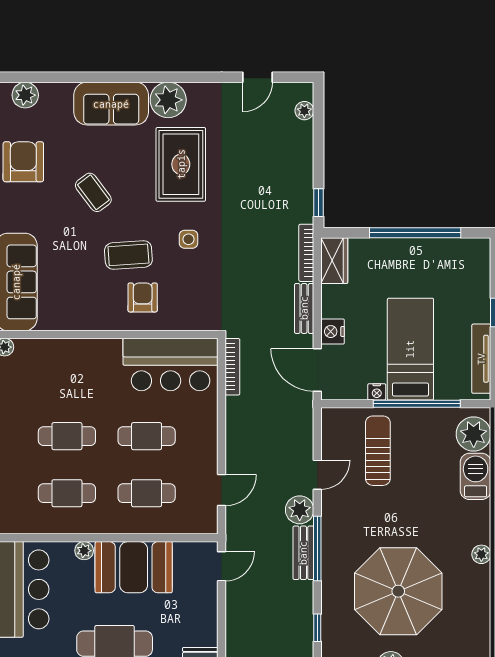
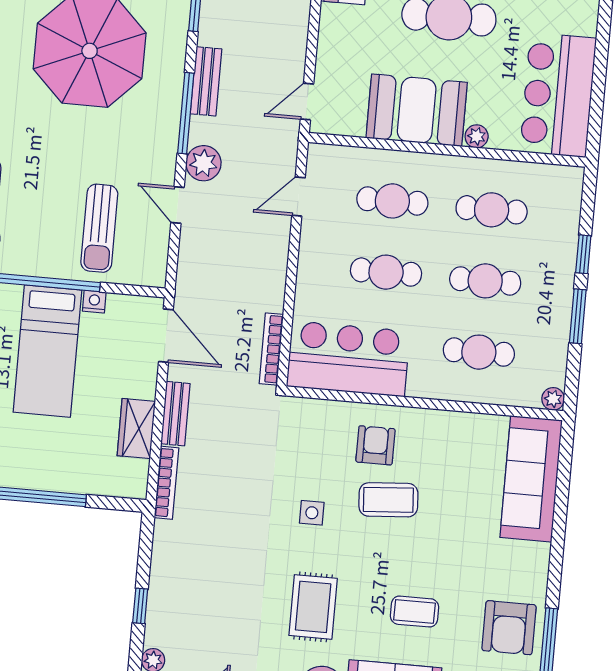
rug: (181, 164) -> (313, 607), width x0.73, depth x0.70
coffee table: (93, 192) -> (414, 612), moved, turned -53
window: (318, 203) -> (140, 606), moved
wardrobe: (334, 261) -> (136, 428), moved
armchair: (143, 297) -> (375, 445), turned 180
nightstand: (333, 332) -> (143, 382), removed
cafe table: (67, 379) -> (479, 352), added
door: (317, 475) -> (178, 205), hinge flipped
bench: (303, 553) -> (206, 81), moved

